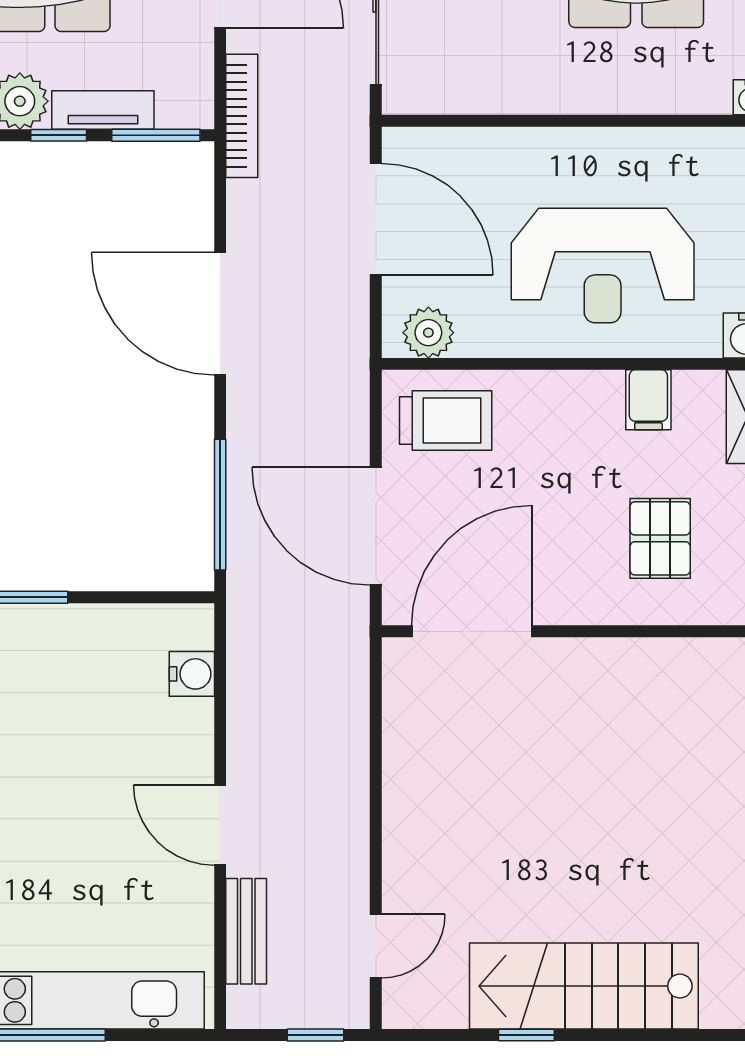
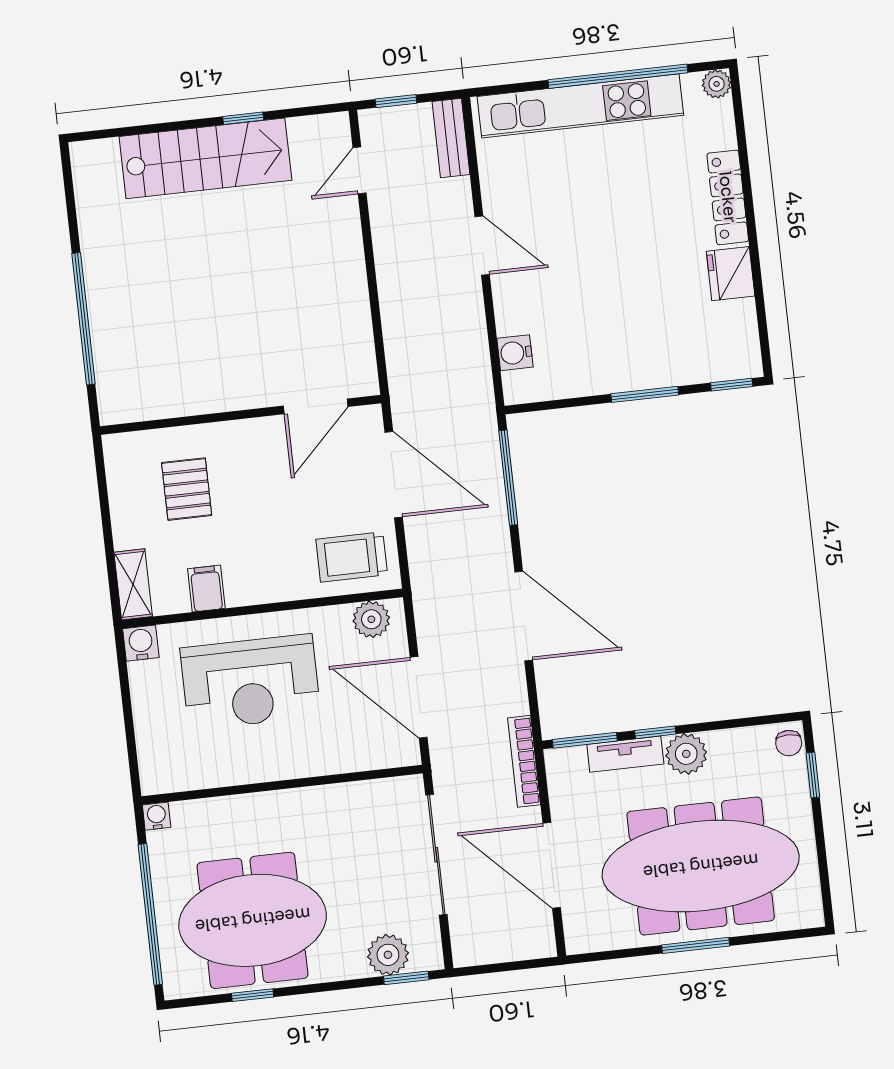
reception desk: (603, 266) -> (250, 682), turned 180
door: (472, 631) -> (316, 406), width x0.73
bench: (246, 931) -> (451, 138), moved

